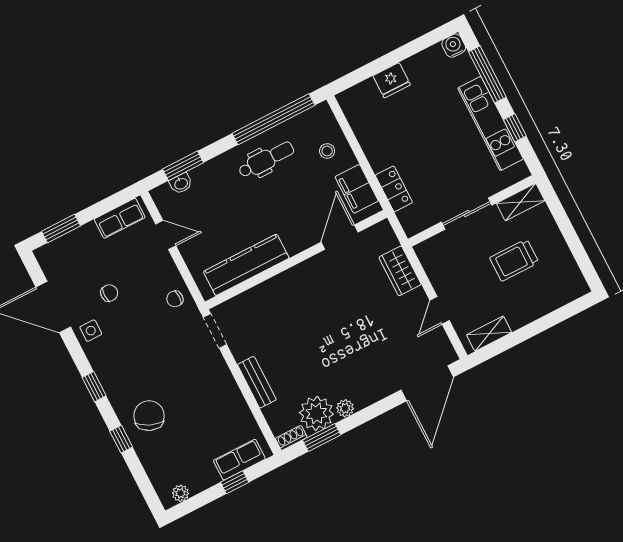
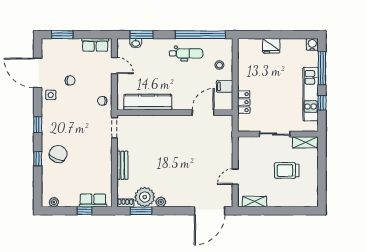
filing cabinet: (357, 189) -> (225, 86), width x0.50
wardrobe: (400, 271) -> (225, 146), removed

